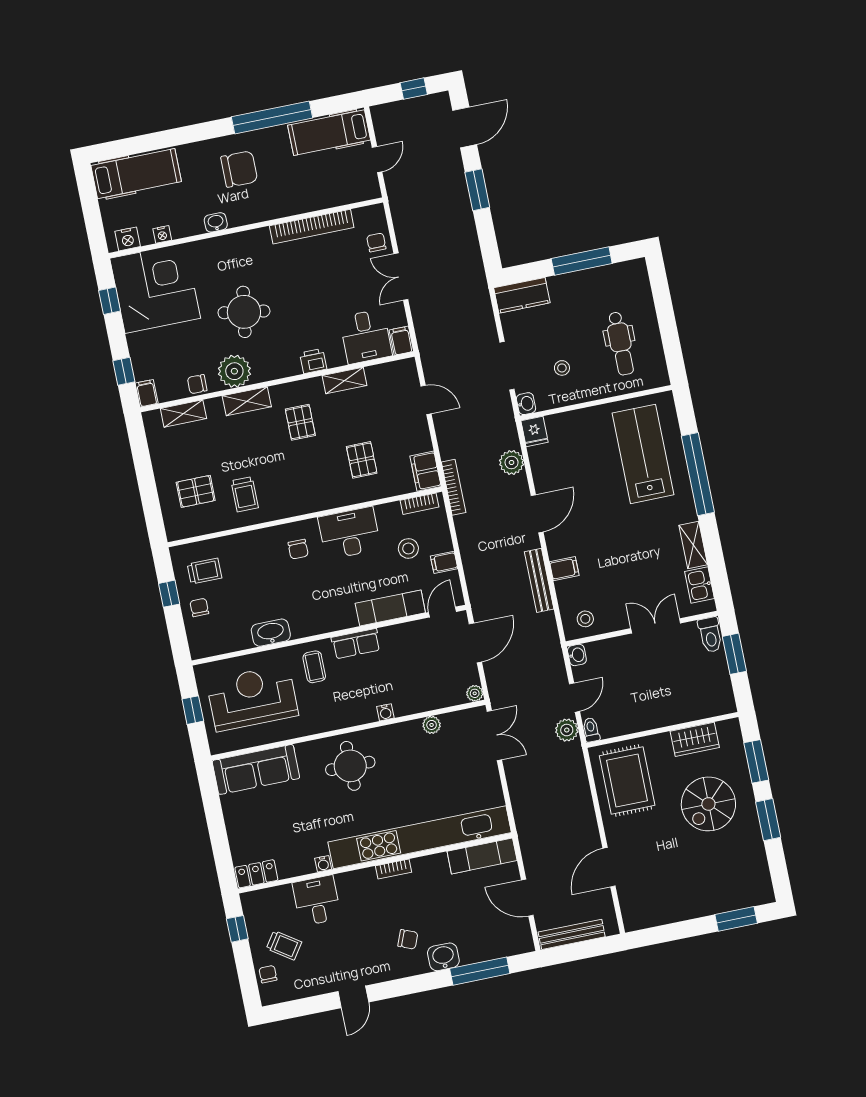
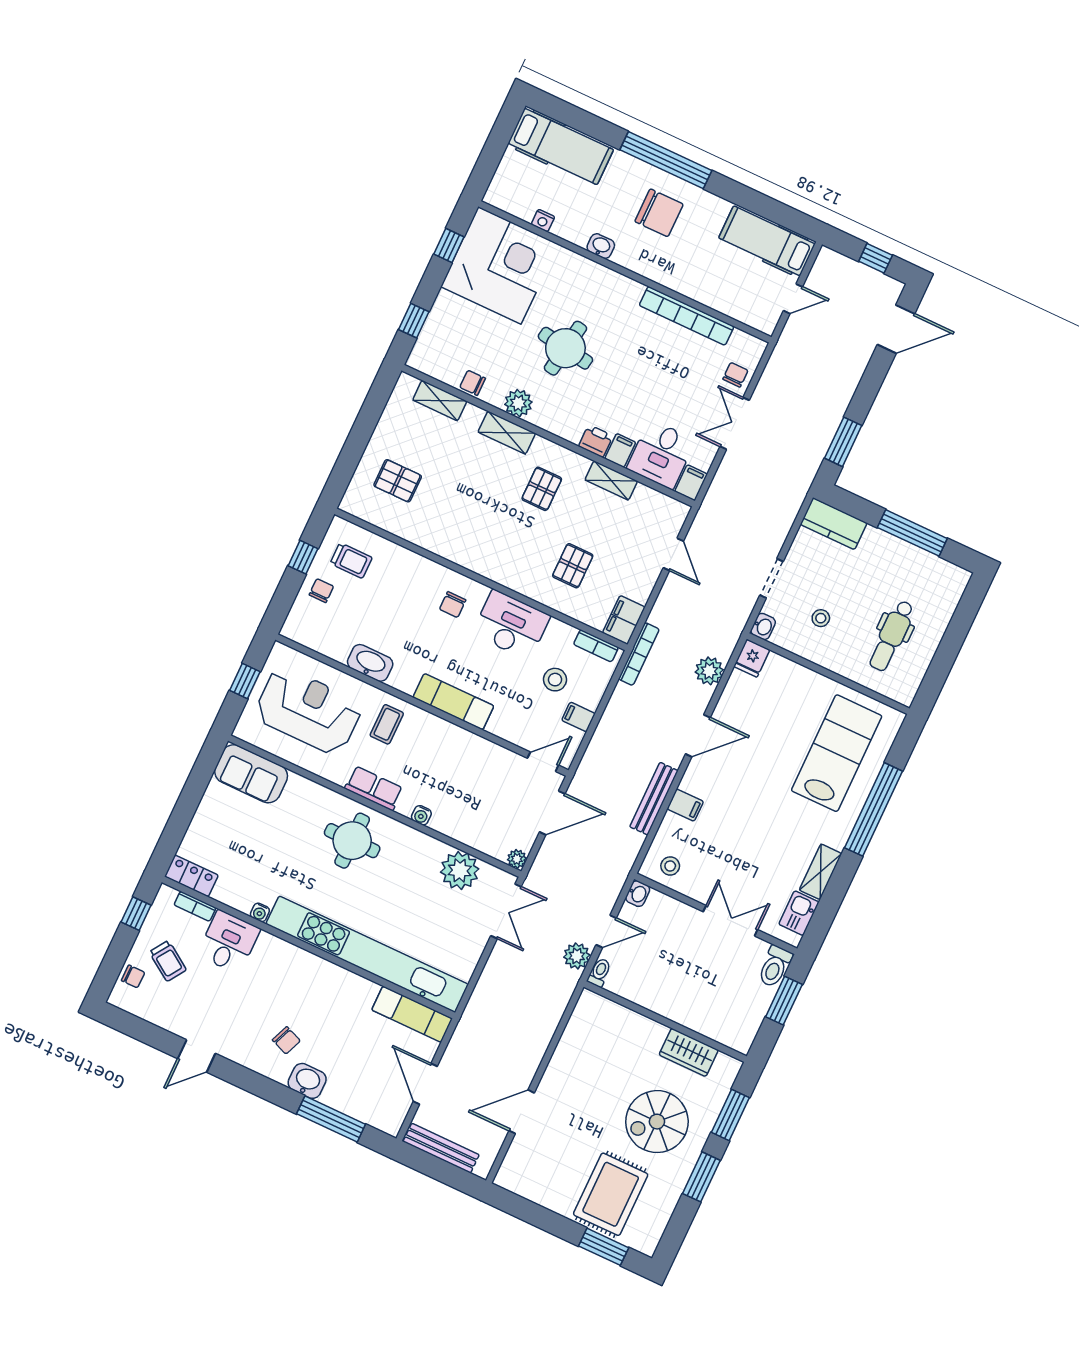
window: (272, 117) -> (666, 160), moved
window: (477, 190) -> (843, 442), moved
nightstand: (128, 239) -> (508, 201), removed
doorway: (507, 366) -> (772, 578), width x0.73
plant: (234, 371) -> (518, 403), width x0.73, depth x0.73
filing cabinet: (147, 393) -> (620, 450), moved
trolley: (245, 494) -> (441, 517), removed
exam couch: (390, 608) -> (453, 702), moved
row of seats: (356, 644) -> (374, 788), moved, turned 180
plant: (432, 725) -> (460, 870), width x1.88, depth x1.88
sofa: (256, 769) -> (251, 774), width x0.73
rug: (627, 781) -> (611, 1194), moved
bookcase: (393, 869) -> (195, 906), moved
chair: (268, 974) -> (133, 976), turned 90

